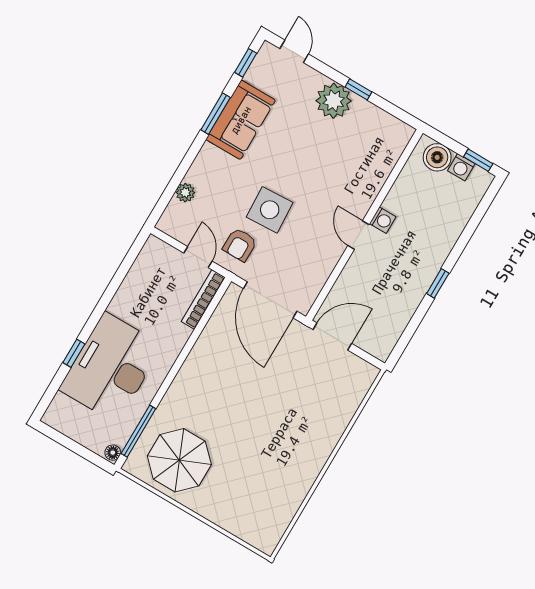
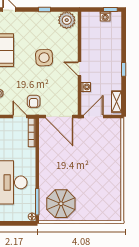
plant: (334, 101) -> (67, 20), moved
boiler: (437, 157) -> (93, 18), removed
side table: (270, 210) -> (44, 58), moved
washing machine: (383, 220) -> (86, 87), moved
shelving: (390, 334) -> (117, 102), added

